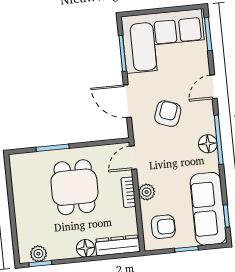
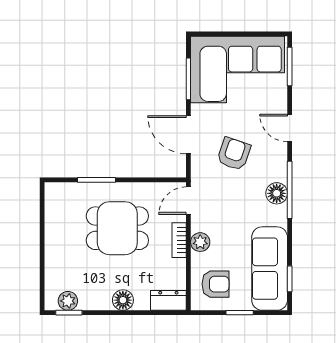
door: (213, 87) -> (290, 128), hinge flipped
dining table: (74, 187) -> (117, 228), turned 90
dresser: (118, 245) -> (168, 300), width x0.70

